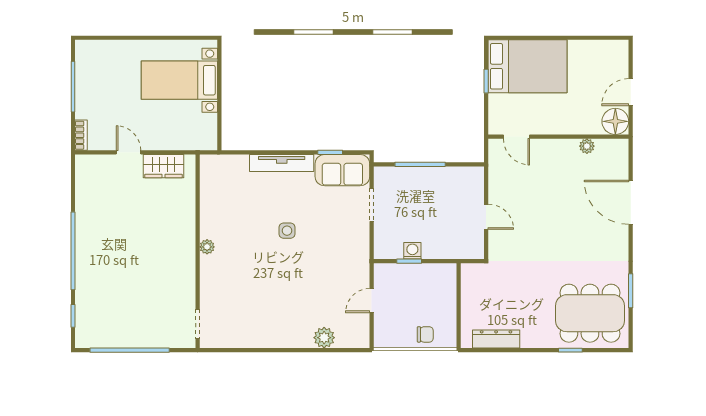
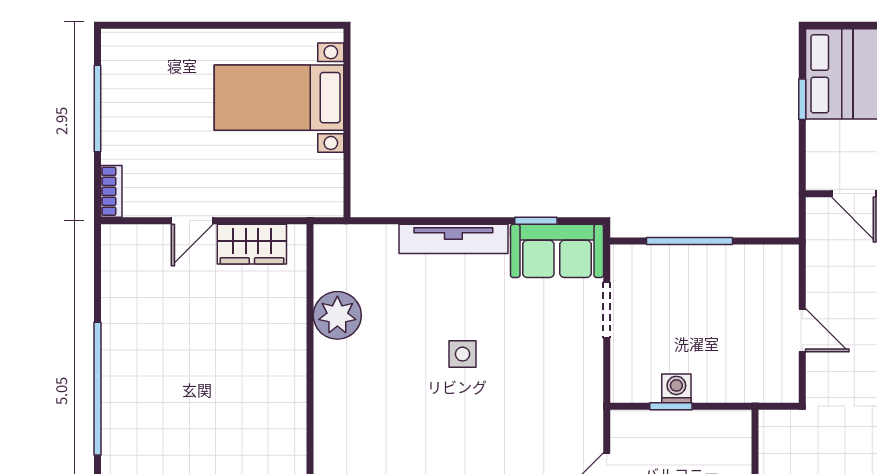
door: (129, 152) -> (192, 221), swing flipped
plant: (207, 247) -> (337, 315), moved, width x1.88, depth x1.88

